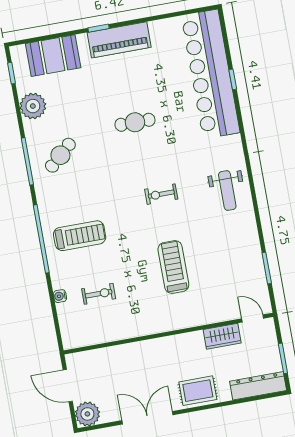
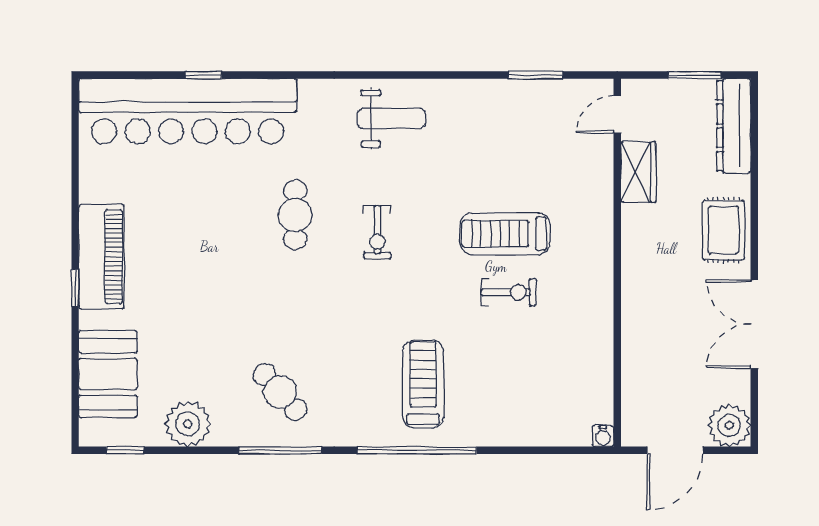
cafe table: (135, 122) -> (295, 215), moved
exercise bike: (99, 294) -> (509, 292), moved, turned 90
water cooler: (60, 296) -> (603, 436), moved

